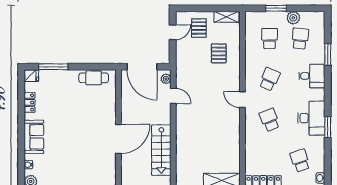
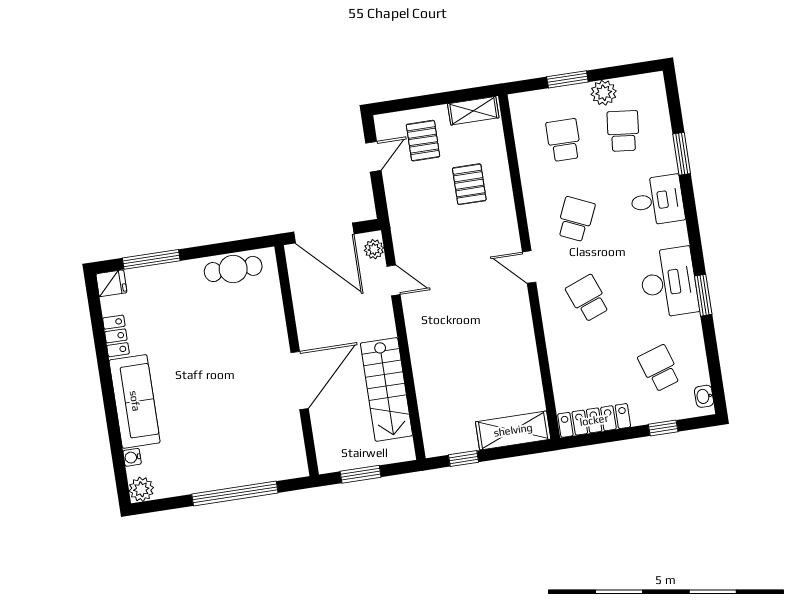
sofa: (34, 137) -> (135, 401), width x1.36

